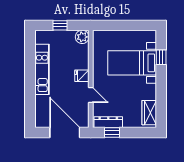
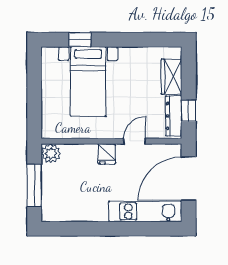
window: (60, 25) -> (34, 185), width x2.17
kitchen unit: (42, 69) -> (145, 211), moved
wardrobe: (149, 113) -> (171, 77), moved, turned 90

